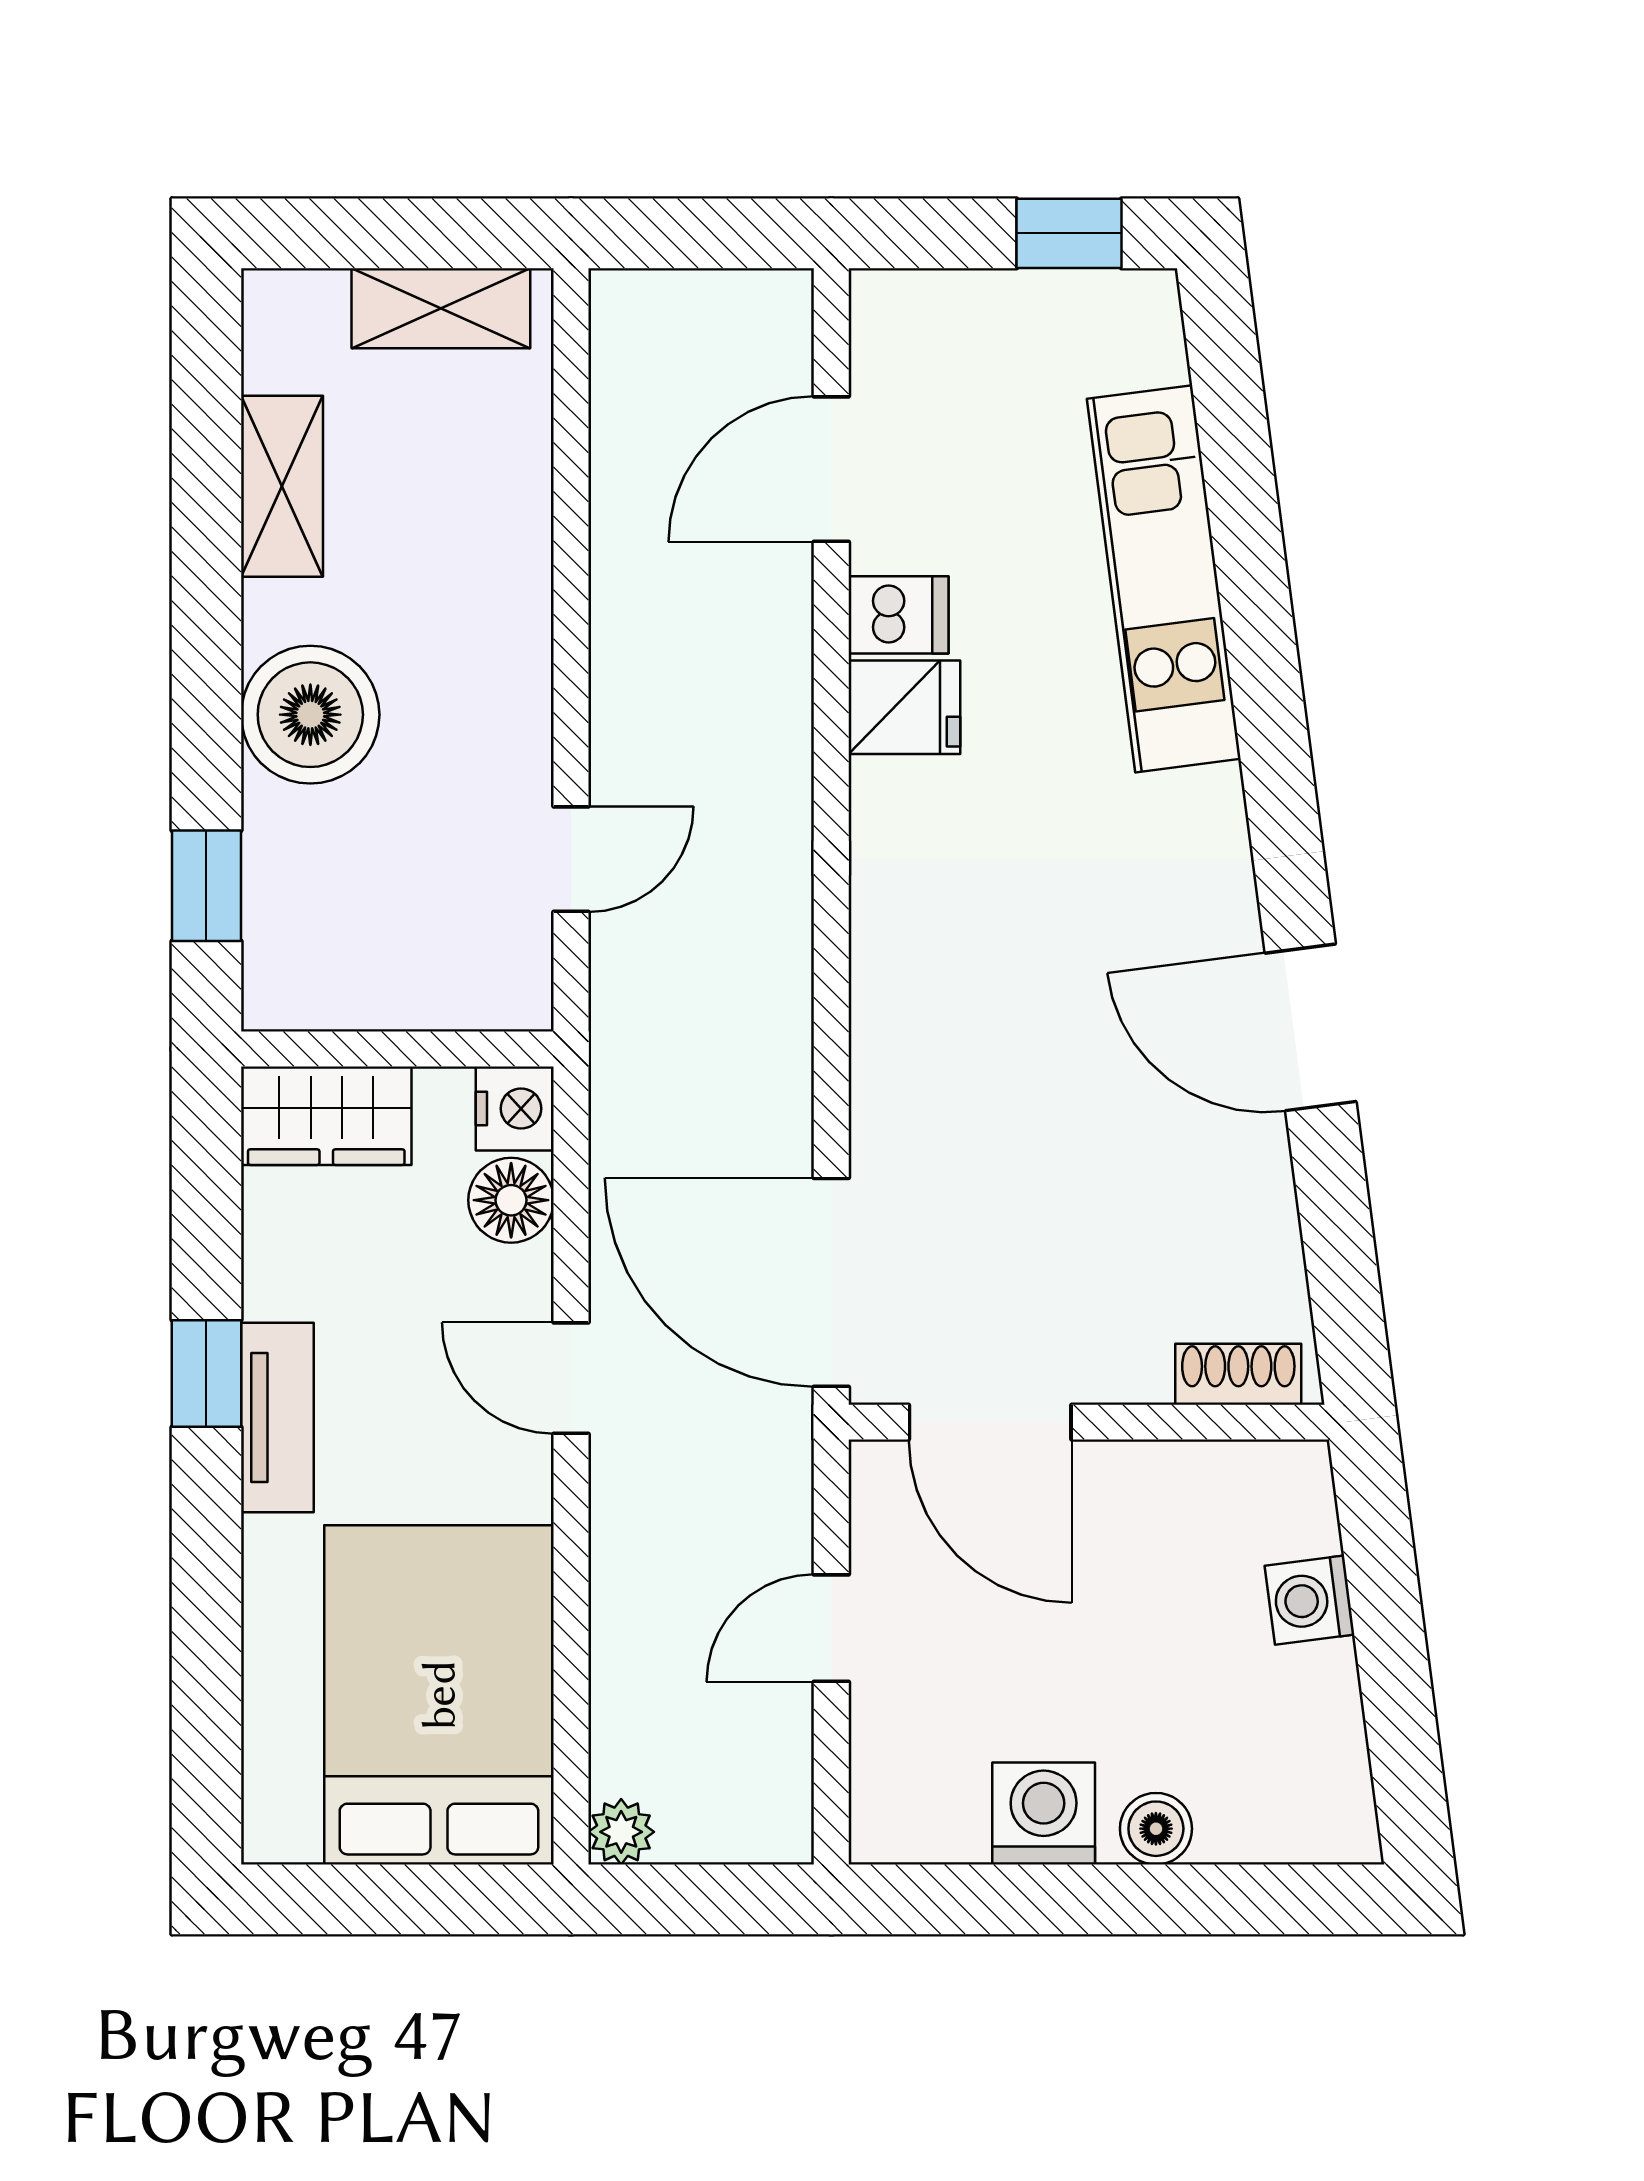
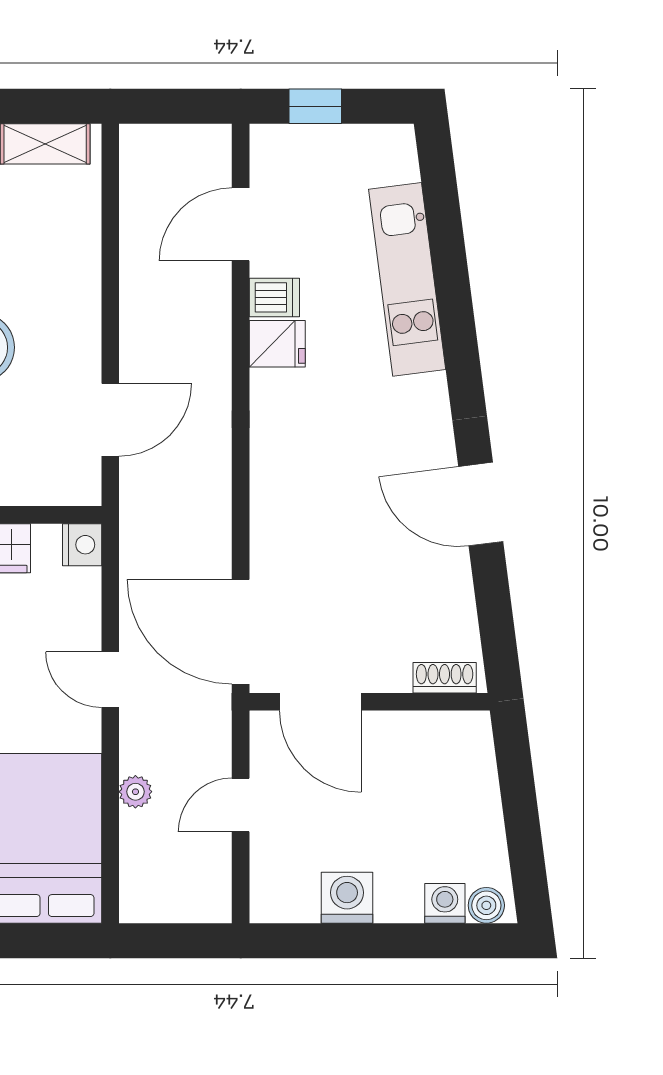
window: (1069, 233) -> (315, 106), moved
door: (571, 859) -> (110, 420), width x1.38
floor lamp: (511, 1200) -> (80, 591), removed
washing machine: (1310, 1600) -> (445, 903), moved, turned 97
boiler: (1156, 1829) -> (486, 905), moved
plant: (621, 1832) -> (135, 792), moved

